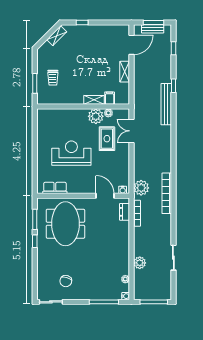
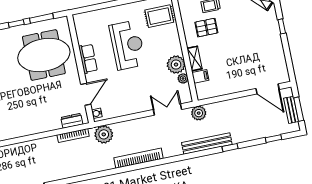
shelving: (125, 72) -> (235, 87), removed
pallet: (70, 85) -> (206, 28), added
rug: (107, 139) -> (159, 16), moved
row of seats: (55, 188) -> (88, 59), moved
bookcase: (167, 193) -> (138, 158), moved
plant: (140, 263) -> (199, 113), moved

